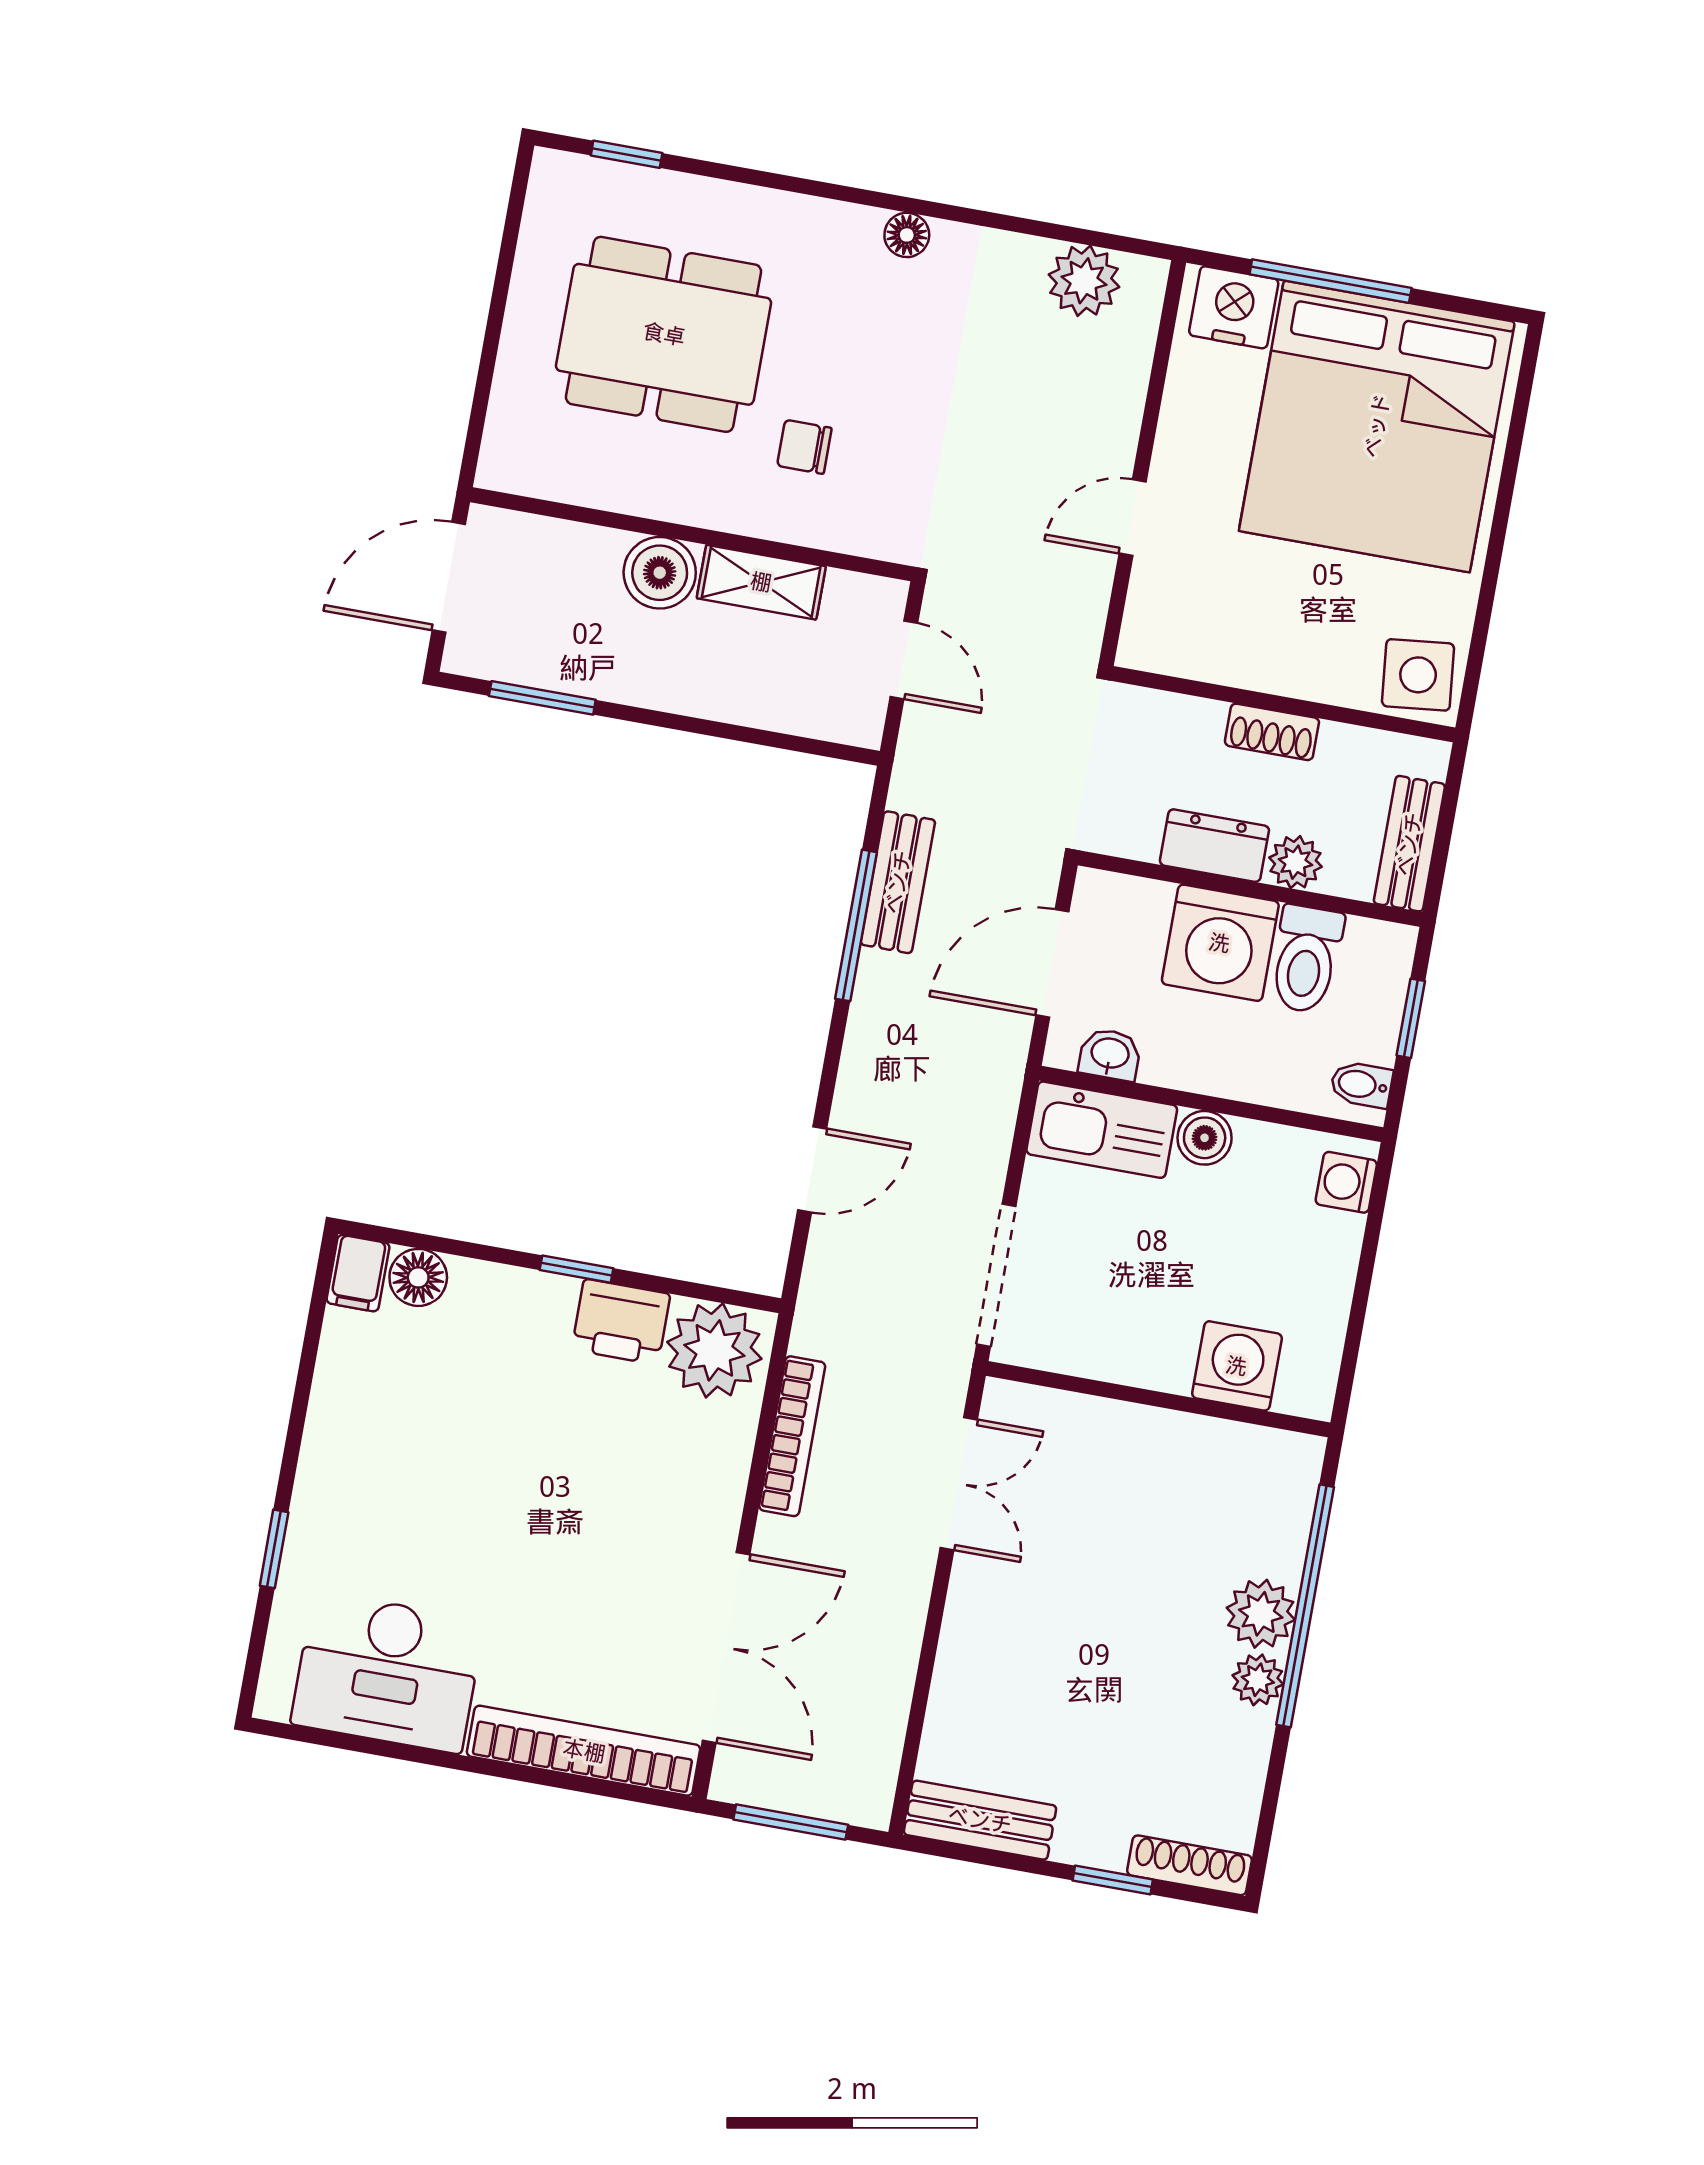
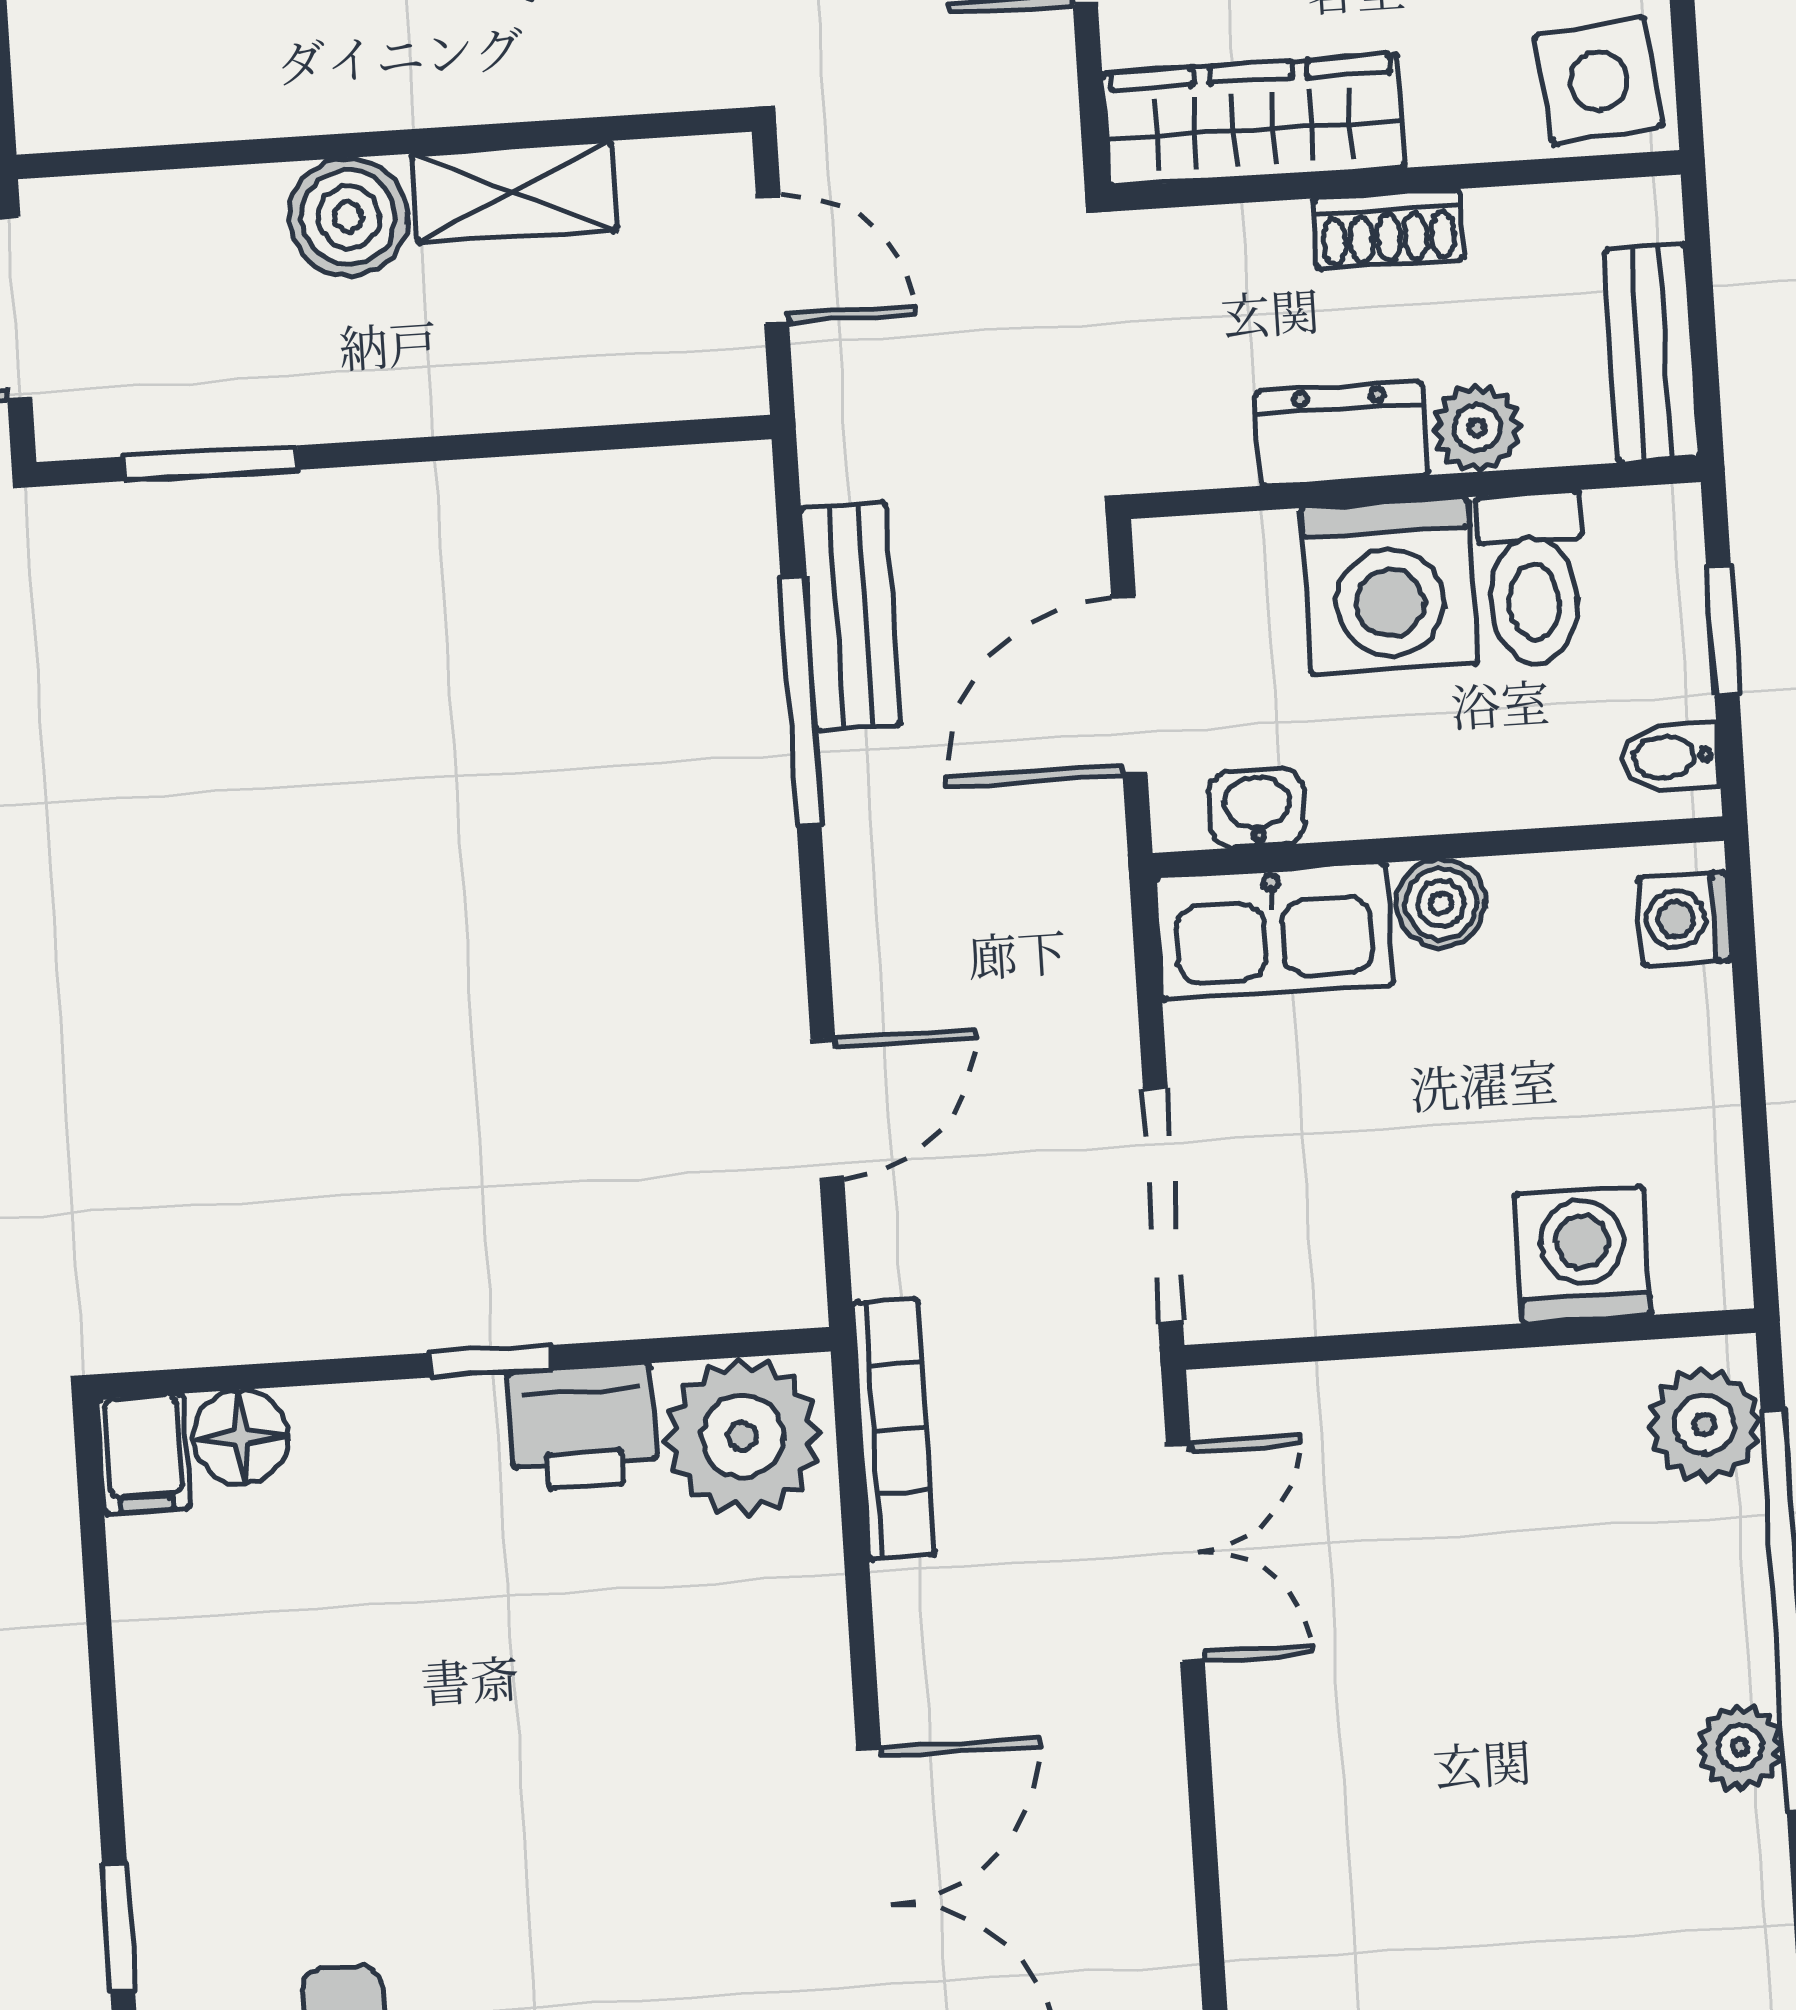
wardrobe: (1208, 648) -> (1253, 120), added
bookcase: (792, 1436) -> (893, 1429), moved
plant: (1261, 1614) -> (1705, 1424), moved

